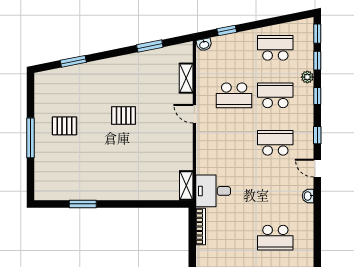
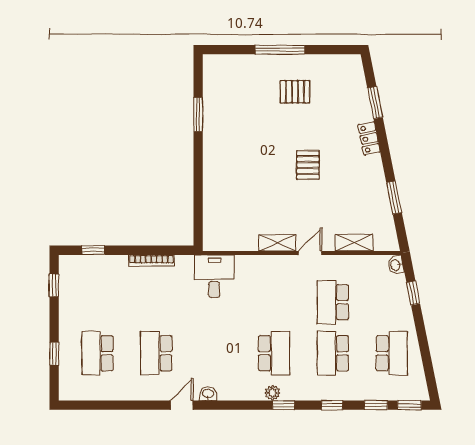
locker: (102, 66) -> (369, 139), added
plant: (307, 77) -> (272, 393), moved
school desk: (275, 95) -> (333, 353), turned 180
pallet: (64, 126) -> (295, 92), turned 90
door: (317, 168) -> (182, 405), moved
shelving: (186, 185) -> (277, 243), moved
bookcase: (201, 227) -> (151, 261), moved

